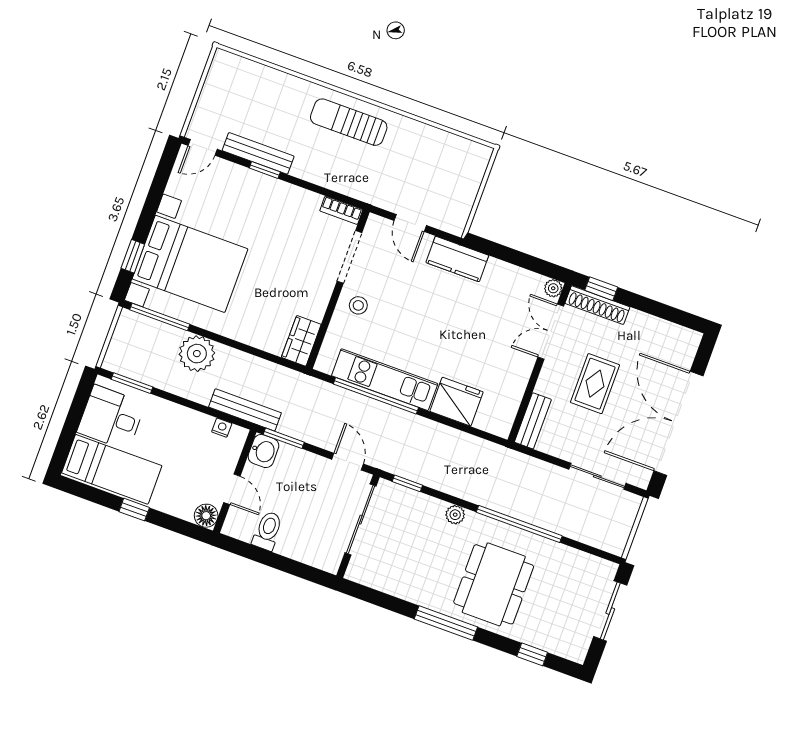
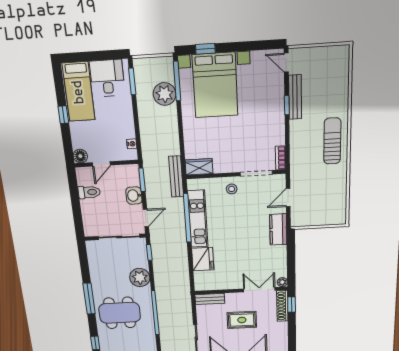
plant: (197, 354) -> (165, 94), moved
bench: (245, 410) -> (176, 177), moved
washbasin: (263, 451) -> (134, 196), moved, turned 90
plant: (455, 515) -> (140, 277), width x1.88, depth x1.88

